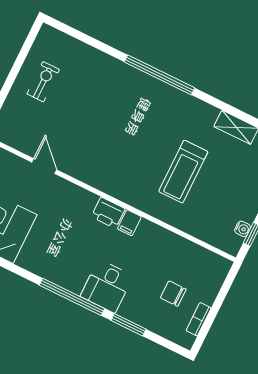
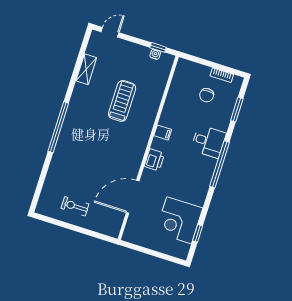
door: (44, 166) -> (133, 197), width x1.87
treadmill: (183, 172) -> (122, 101), turned -90
printer: (108, 213) -> (154, 160), moved
window: (128, 325) -> (237, 110), moved

